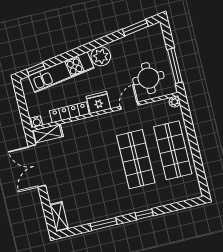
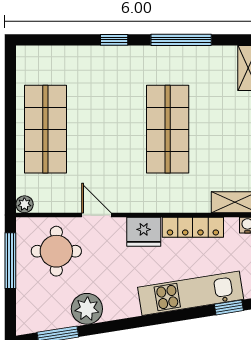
plant: (101, 56) -> (87, 309), moved
door: (129, 106) -> (96, 215), swing flipped
shop shelf: (136, 159) -> (168, 129), moved
window: (104, 224) -> (181, 40), width x1.44

